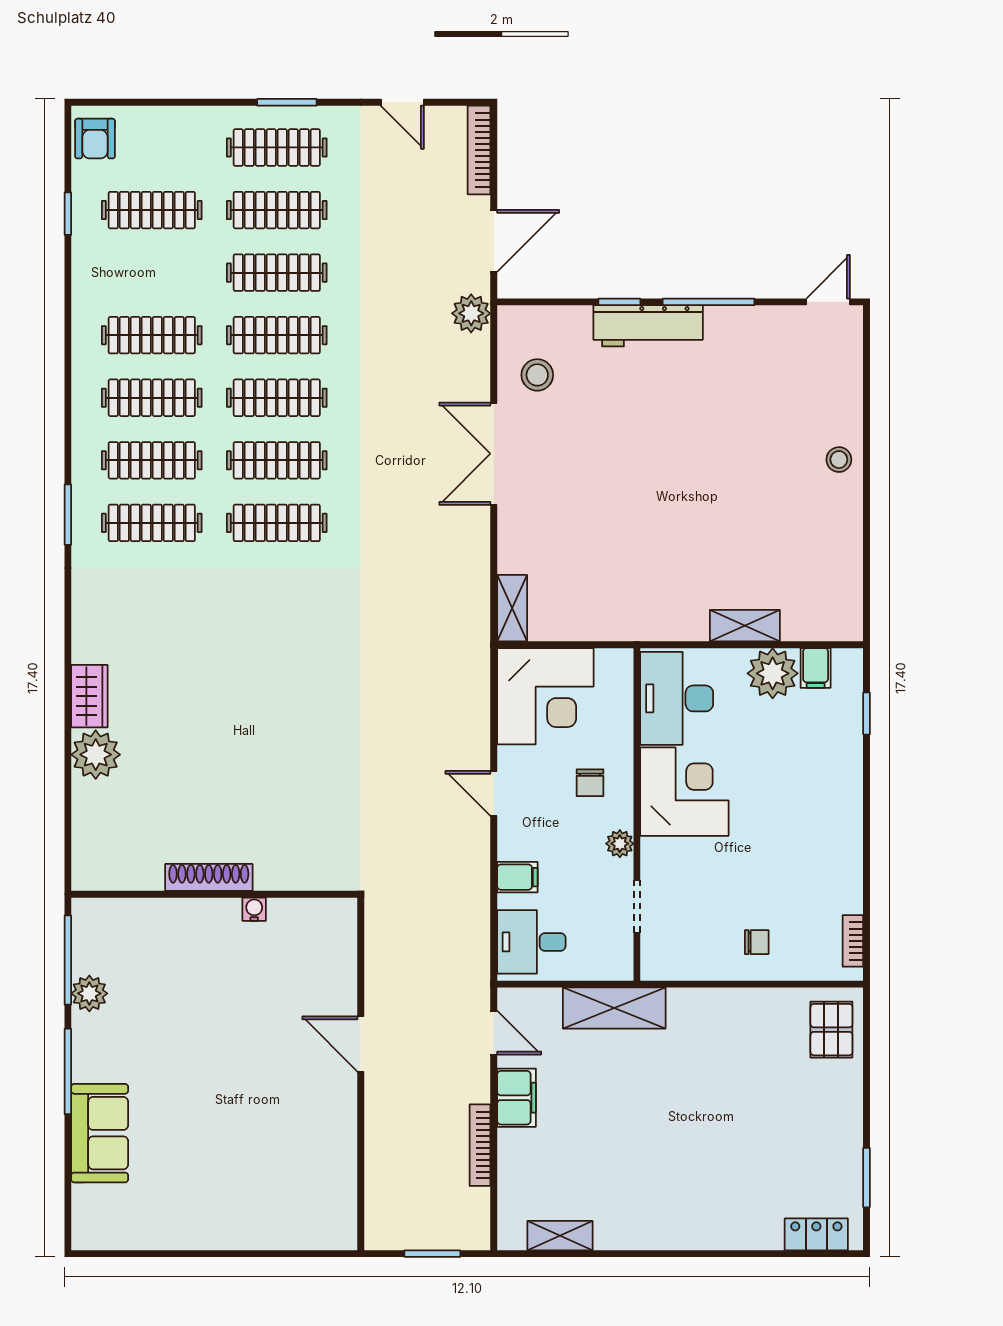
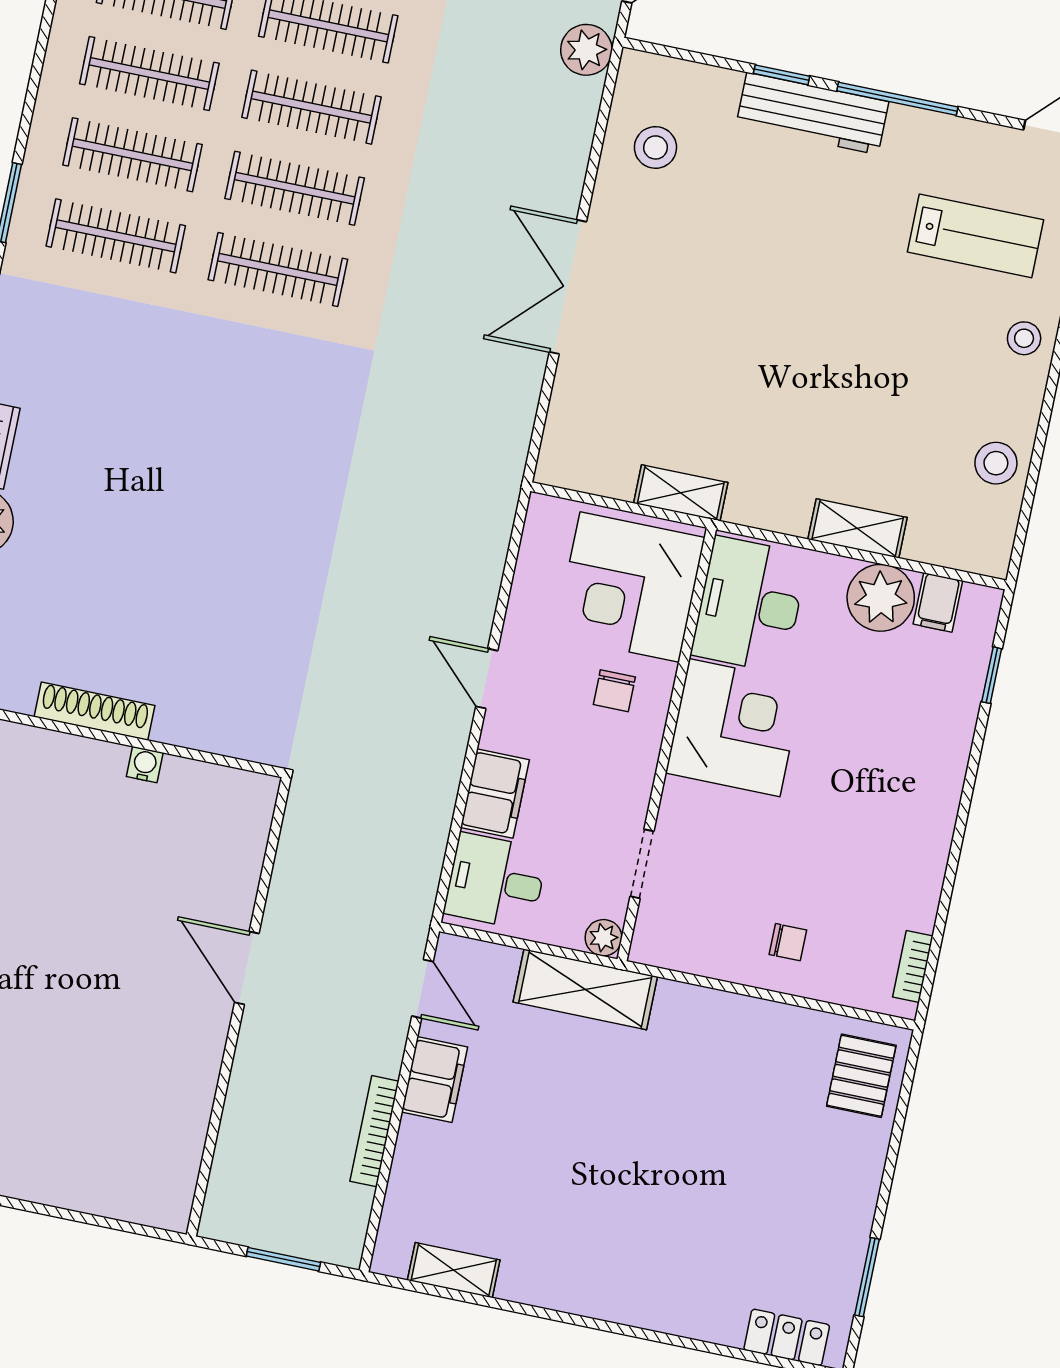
lab bench: (787, 391) -> (976, 236), added
double door: (494, 454) -> (568, 287), moved
stool: (837, 556) -> (996, 463), added
shelving: (512, 608) -> (681, 493), moved, turned 90
corner desk: (545, 696) -> (630, 587), moved, turned 90
plant: (620, 844) -> (604, 938), moved
filing cabinet: (517, 877) -> (495, 794), width x2.00

